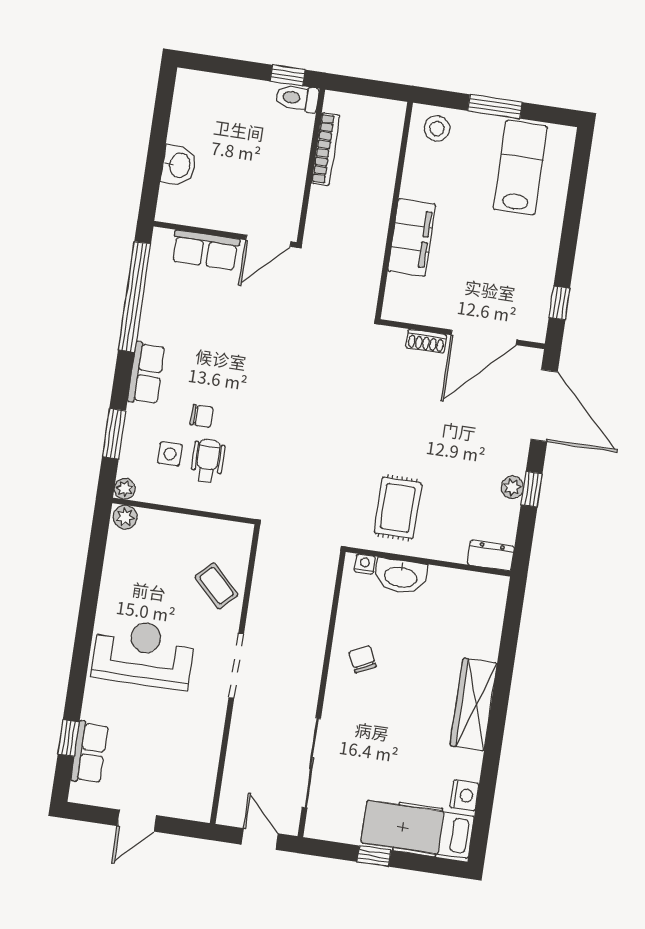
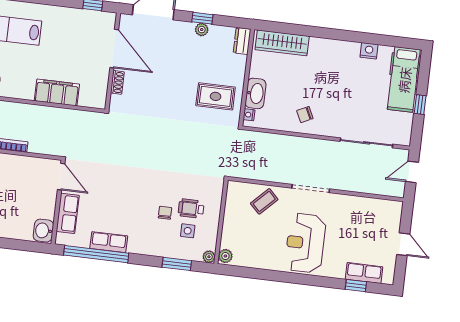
washbasin: (179, 165) -> (43, 231), moved, turned -90
row of seats: (146, 373) -> (109, 242), moved
wardrobe: (474, 704) -> (282, 43), moved
nightstand: (464, 795) -> (369, 51), moved

